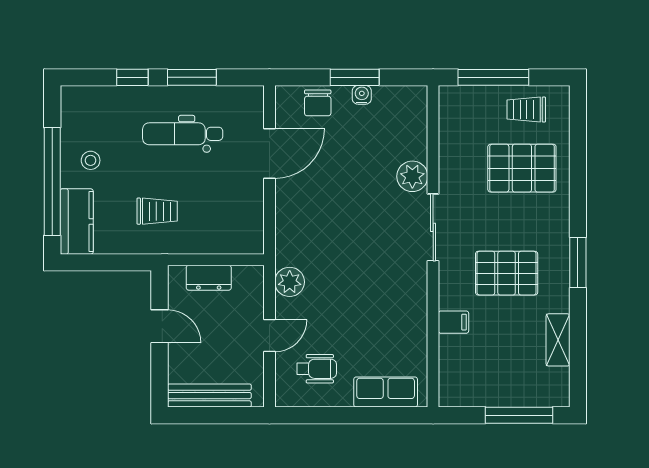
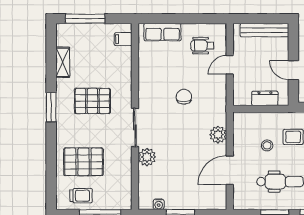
water cooler: (362, 95) -> (159, 204), moved
chair: (318, 103) -> (184, 97), moved
stool: (205, 196) -> (267, 145), added
plant: (290, 282) -> (218, 135), moved
filing cabinet: (454, 322) -> (123, 39), moved

